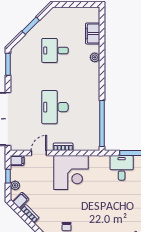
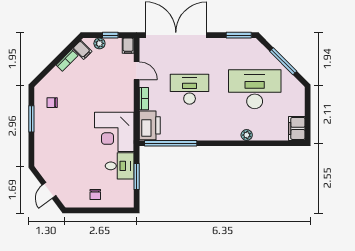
window: (31, 26) -> (283, 61), width x1.44
filing cabinet: (93, 34) -> (297, 128), moved, turned -90
desk: (55, 50) -> (255, 89), width x1.87, depth x1.30
printer: (86, 142) -> (150, 125), added
corner desk: (71, 173) -> (114, 132), moved

